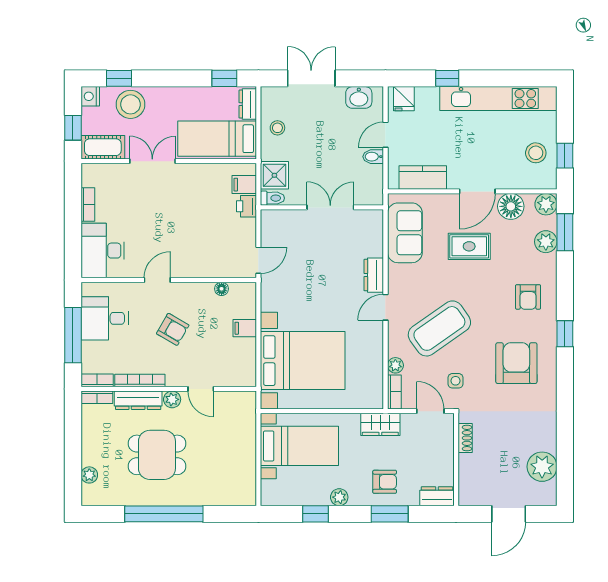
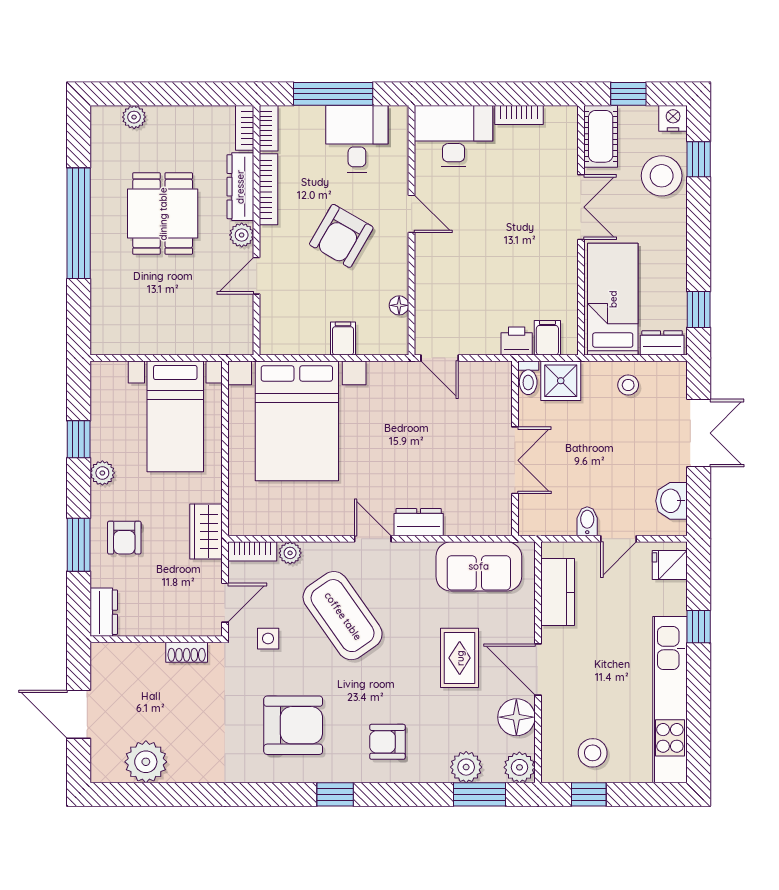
door: (385, 135) -> (618, 539), swing flipped
armchair: (173, 329) -> (341, 236), width x1.38, depth x1.38

